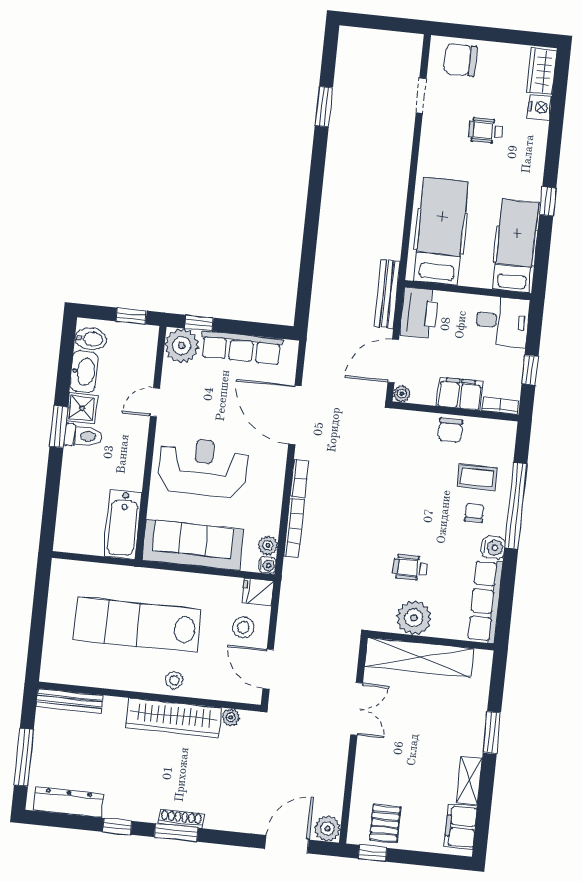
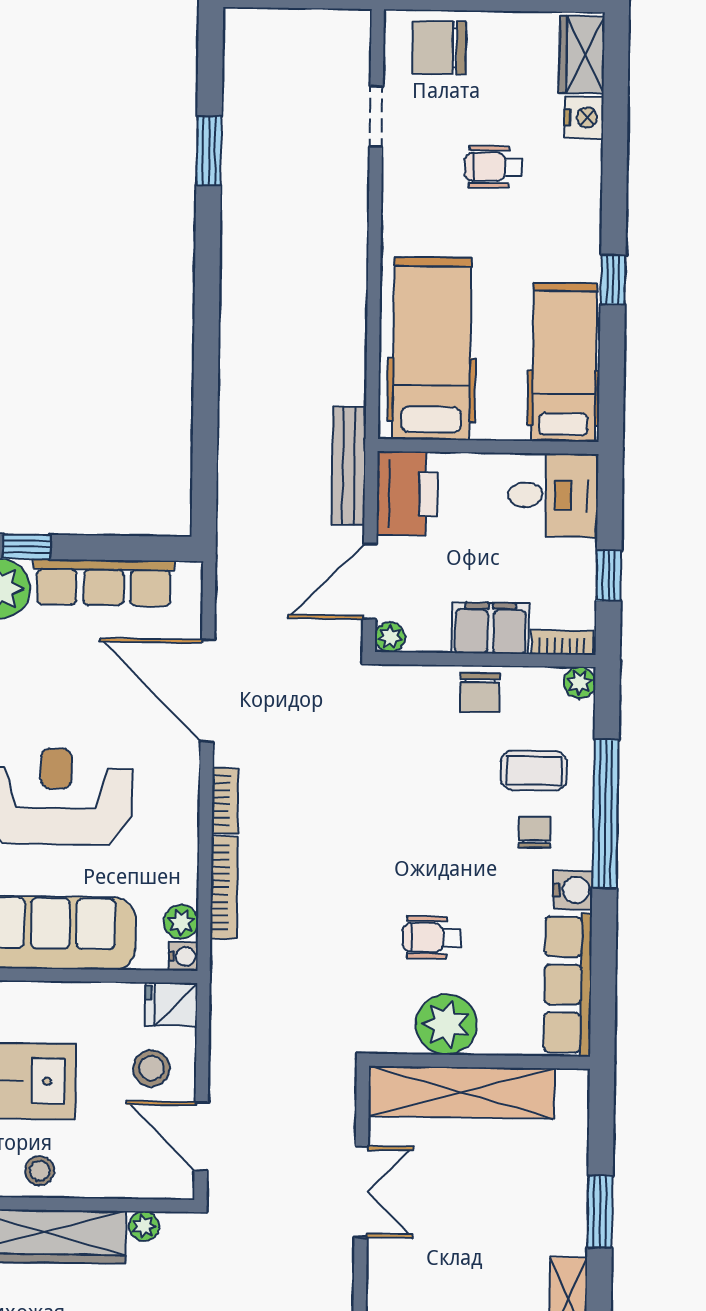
plant: (508, 430) -> (580, 683), added

